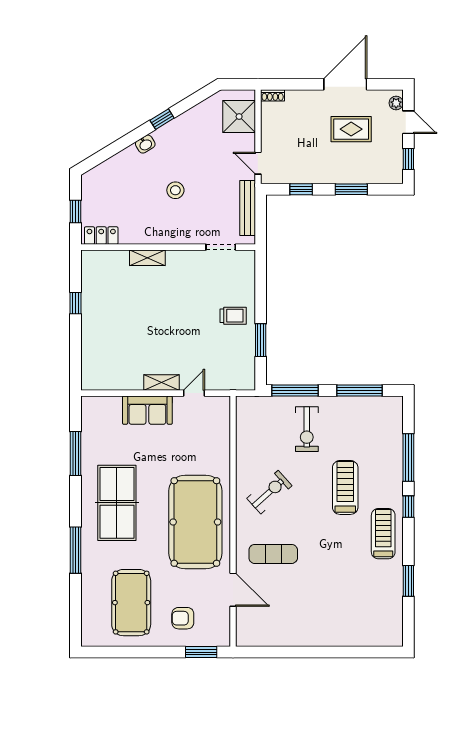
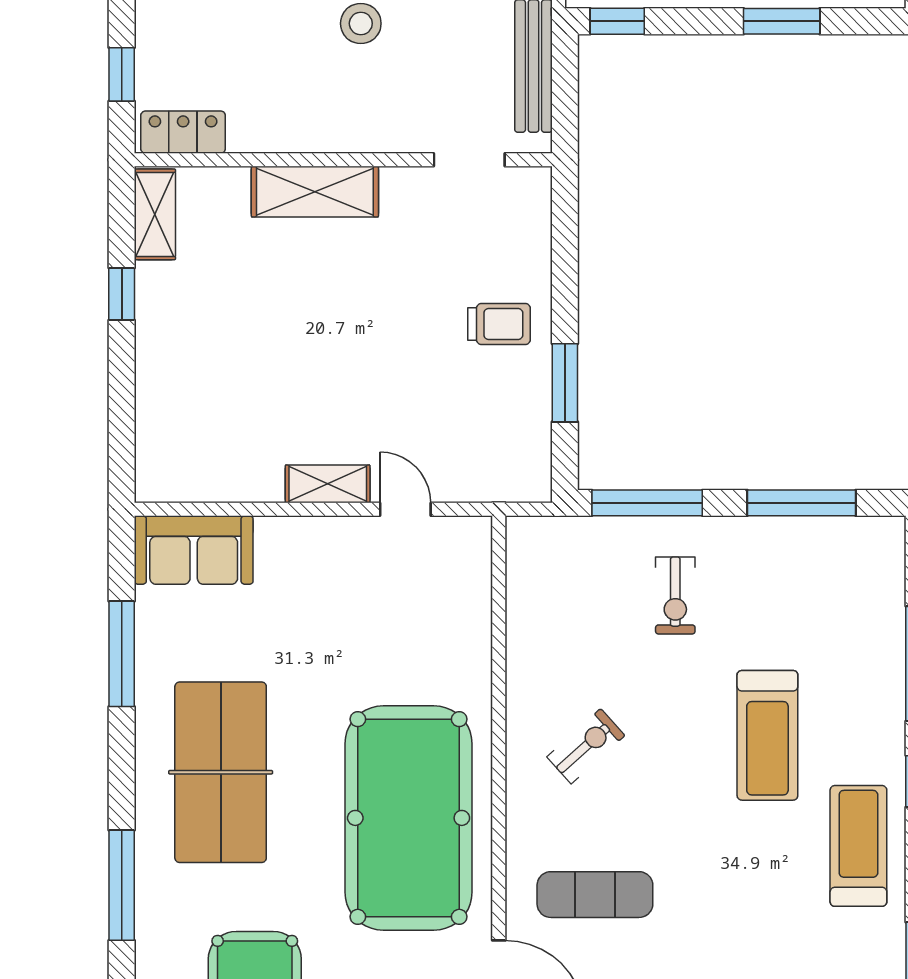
window: (301, 189) -> (617, 21), moved
shelving: (147, 258) -> (315, 192), width x1.50, depth x1.33
shelving: (89, 270) -> (155, 214), added
door: (194, 393) -> (405, 509), hinge flipped
sofa: (147, 410) -> (194, 550), moved
exercise bike: (307, 429) -> (675, 595), width x0.73, depth x0.72
treadmill: (345, 487) -> (767, 735), turned 180
exercise bike: (269, 492) -> (586, 746), width x0.73, depth x0.72

